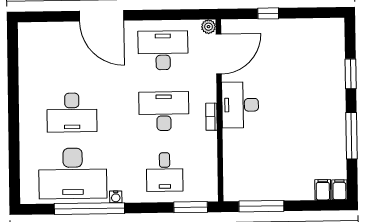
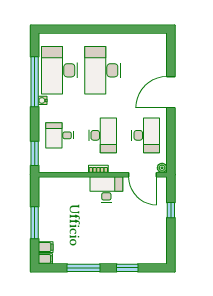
desk: (72, 112) -> (103, 70), width x1.36, depth x1.30
window: (261, 206) -> (35, 223), moved

